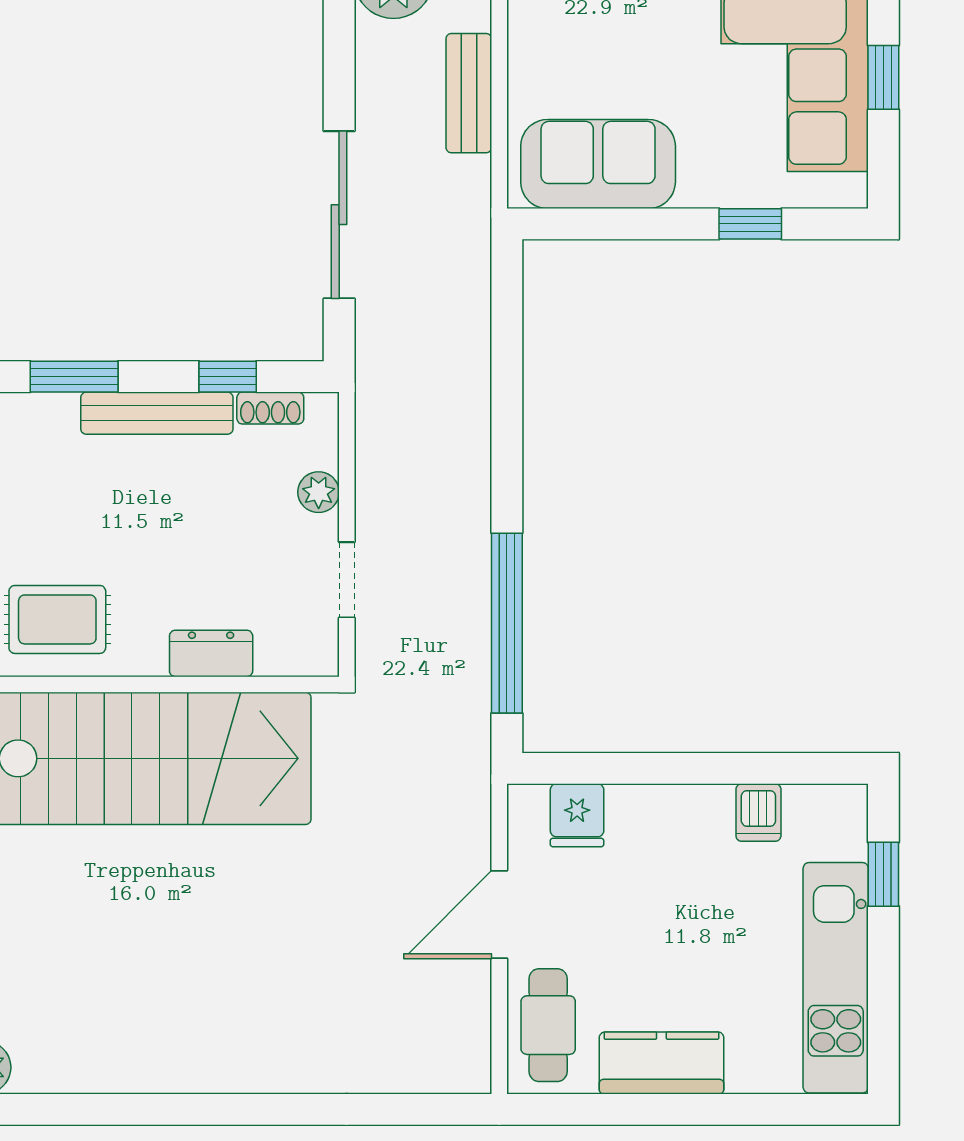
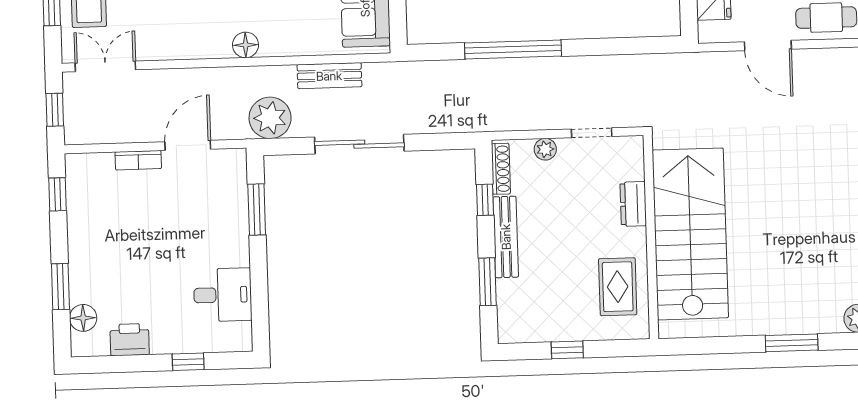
sliding door: (339, 215) -> (359, 144), moved
shoe rack: (270, 408) -> (501, 169), width x1.43
window: (507, 623) -> (513, 49), moved

